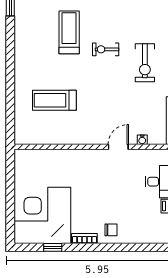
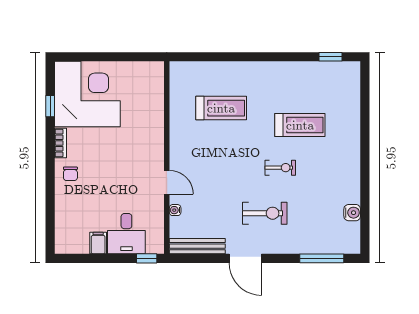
exercise bike: (106, 49) -> (280, 168), turned 90
exercise bike: (145, 63) -> (265, 213), turned 180
treadmill: (54, 100) -> (221, 108), turned 90

